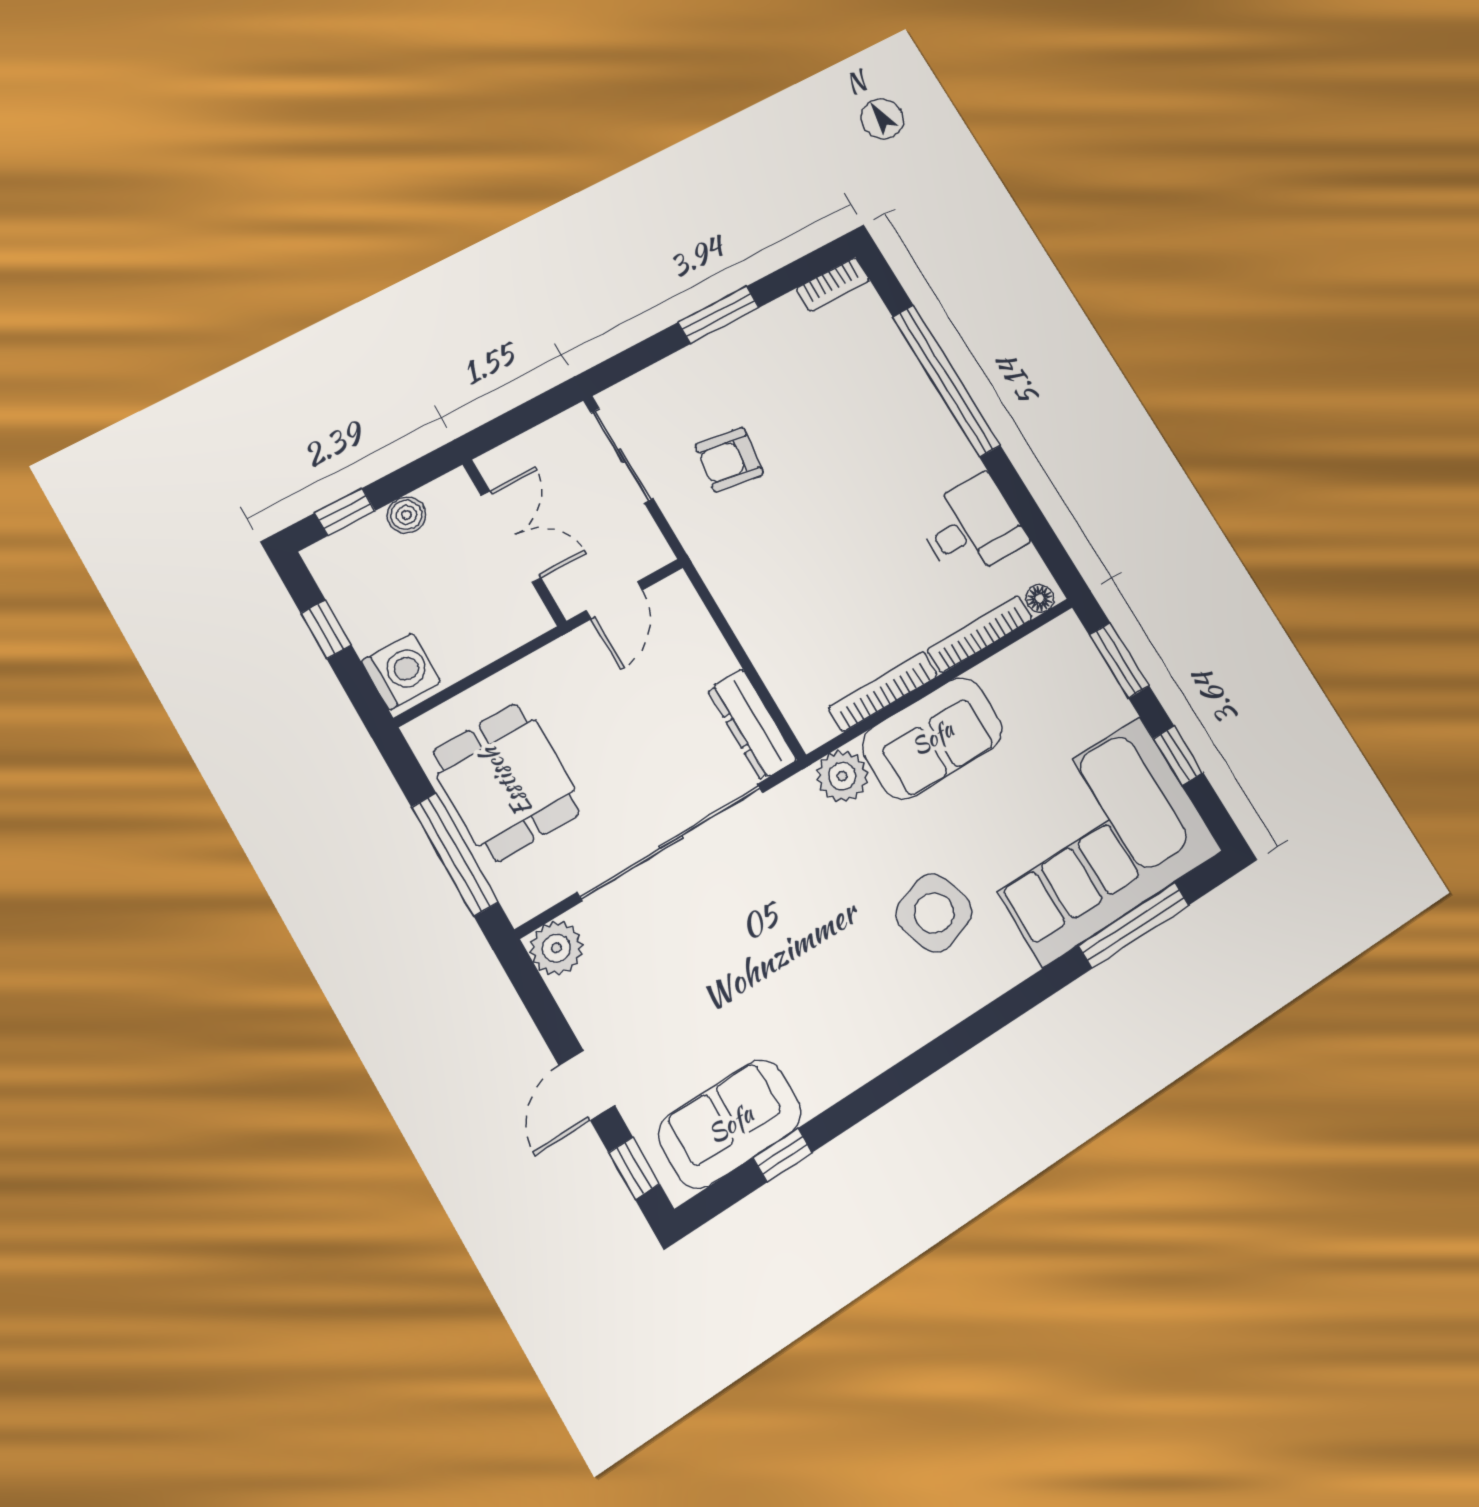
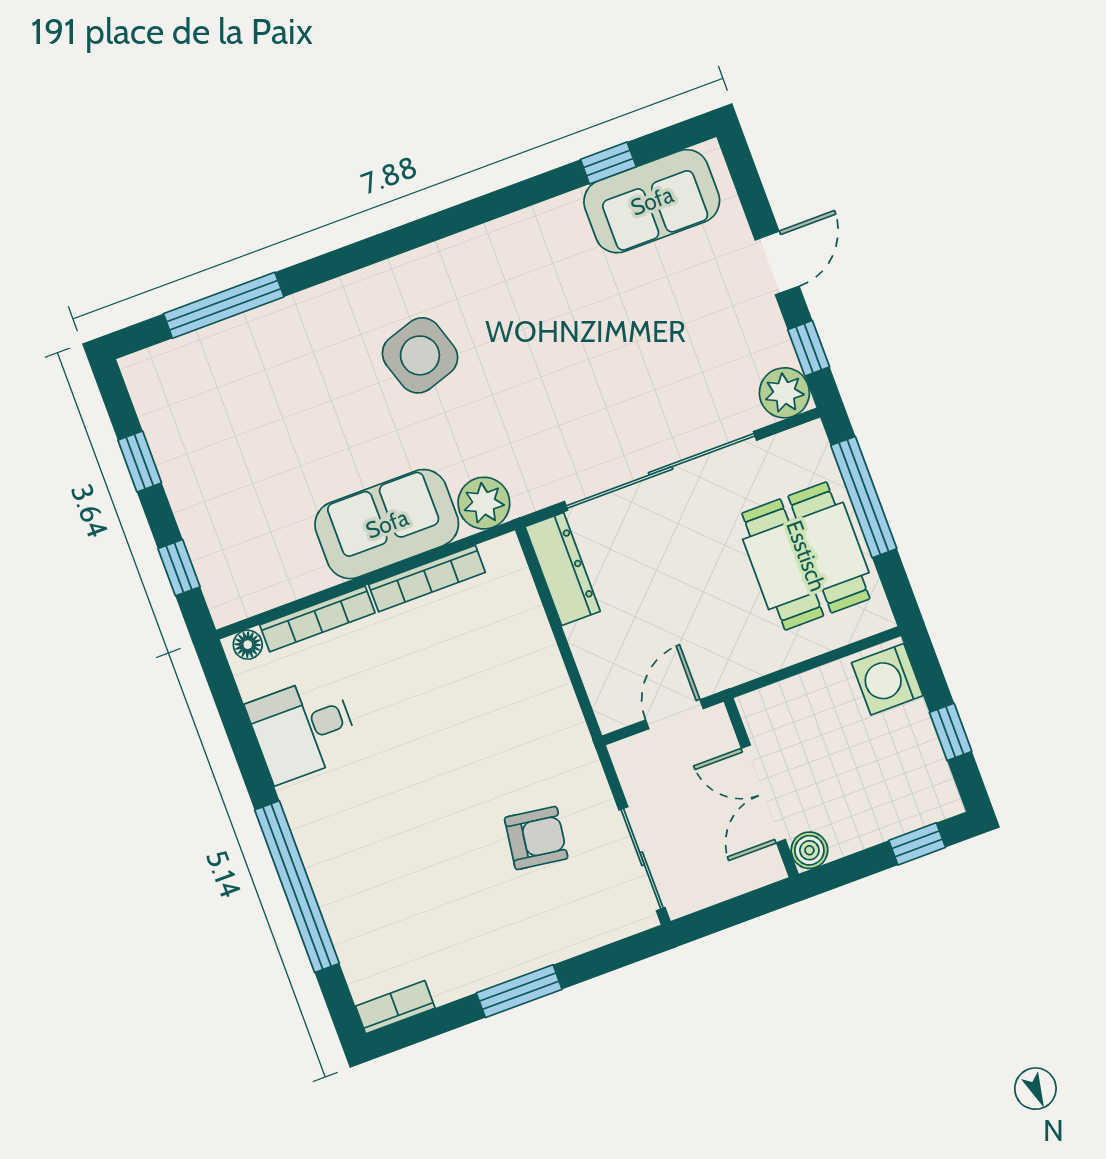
boiler: (406, 515) -> (809, 850), moved
window: (1119, 660) -> (179, 568), width x0.67
corner sofa: (1092, 840) -> (247, 395), removed
window: (634, 1168) -> (809, 348), moved

